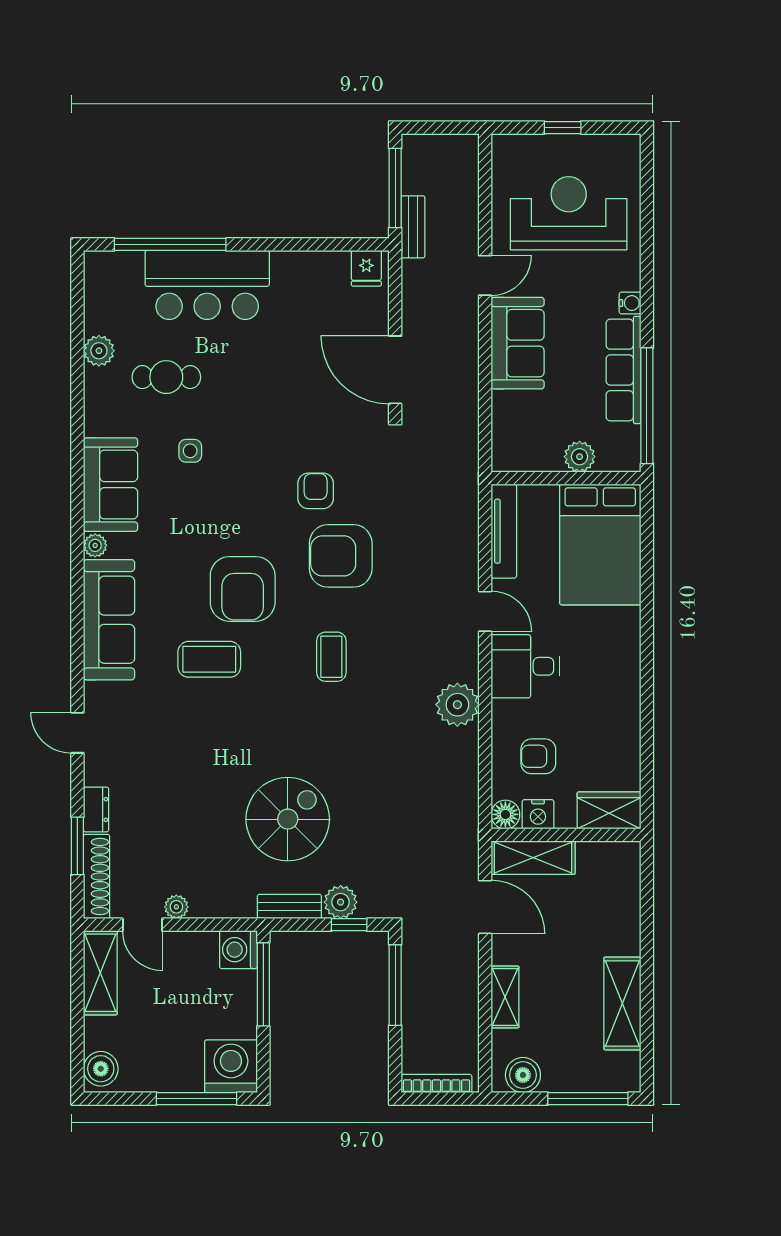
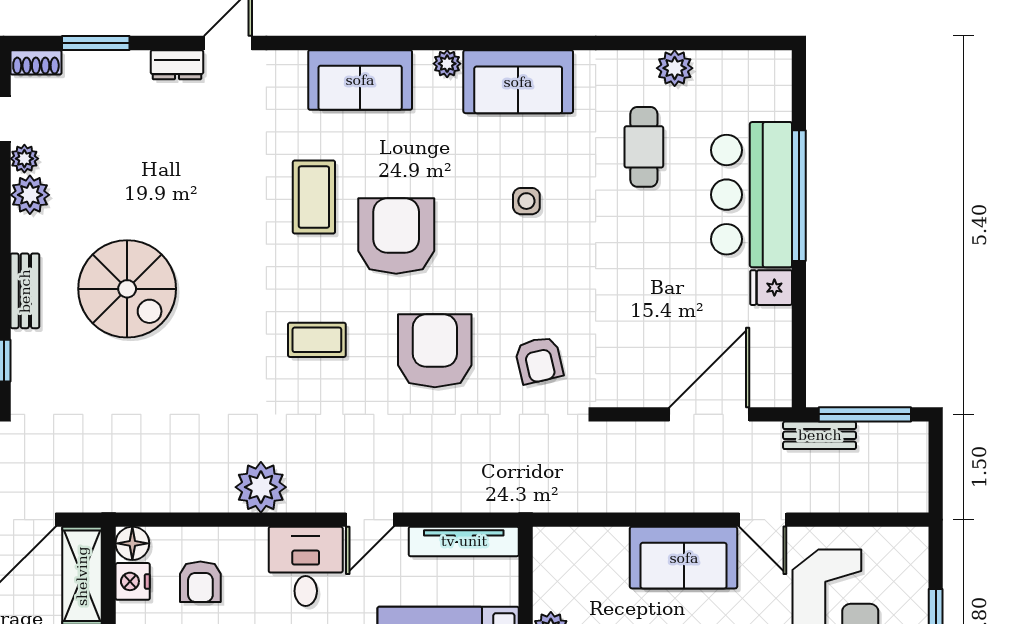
window: (170, 244) -> (799, 196), moved
fridge: (366, 268) -> (771, 288), moved
door: (395, 370) -> (709, 414), moved
side table: (190, 451) -> (526, 201), moved
armchair: (316, 491) -> (539, 360), moved, turned 77
armchair: (243, 589) -> (396, 236), turned 90
sofa: (109, 620) -> (360, 80), width x0.73
armchair: (538, 756) -> (200, 582), turned 180
dresser: (96, 809) -> (177, 65), moved
shoe rack: (97, 877) -> (36, 62), width x0.51, depth x0.81
plant: (341, 902) -> (30, 195), moved

